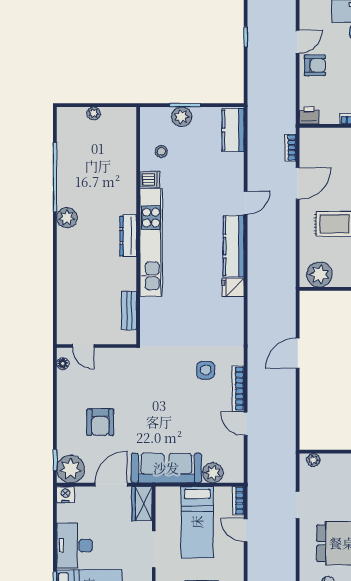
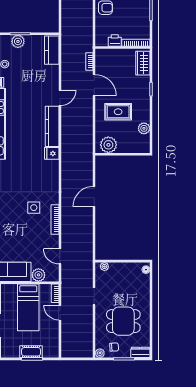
printer: (309, 115) -> (115, 40), moved
door: (298, 183) -> (94, 85), hinge flipped
door: (246, 424) -> (60, 256), moved

